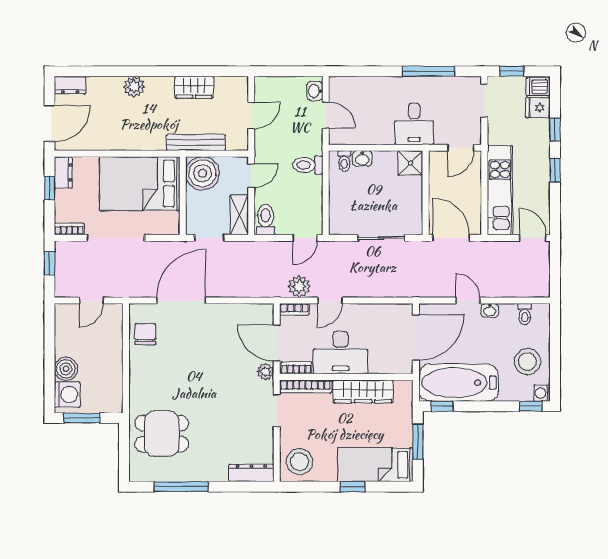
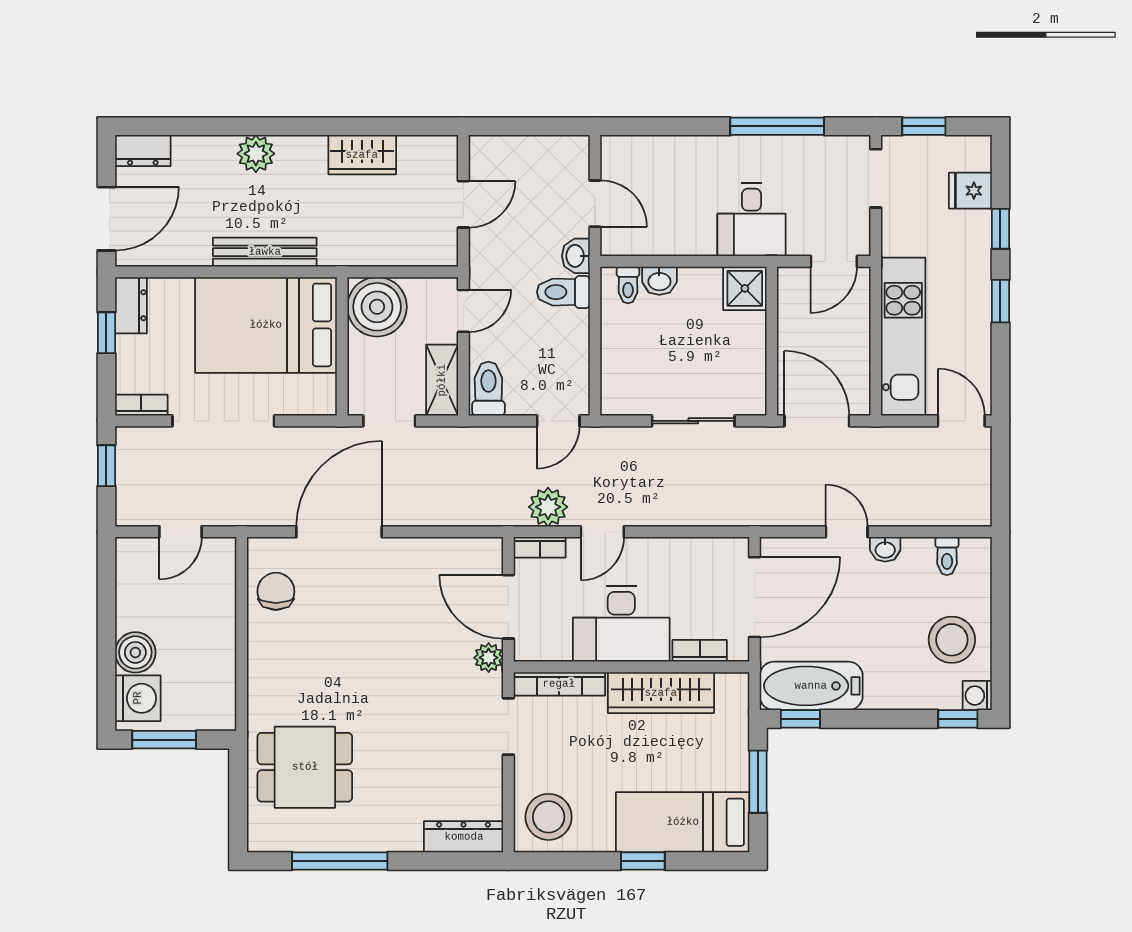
dishwasher: (538, 87) -> (971, 153), removed
washbasin: (315, 91) -> (576, 256), moved
bench: (196, 142) -> (265, 252), moved
bookcase: (296, 368) -> (700, 651), moved
bathtub: (459, 383) -> (811, 686), width x0.73, depth x0.73

